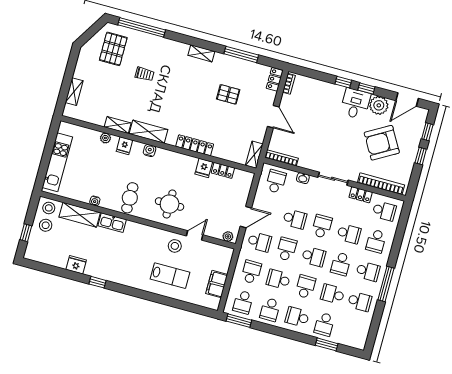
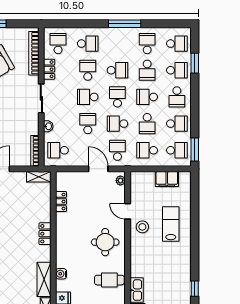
locker: (195, 145) -> (45, 234), width x0.66
fridge: (204, 168) -> (64, 220), removed
school desk: (368, 271) -> (177, 44), moved, turned 90

